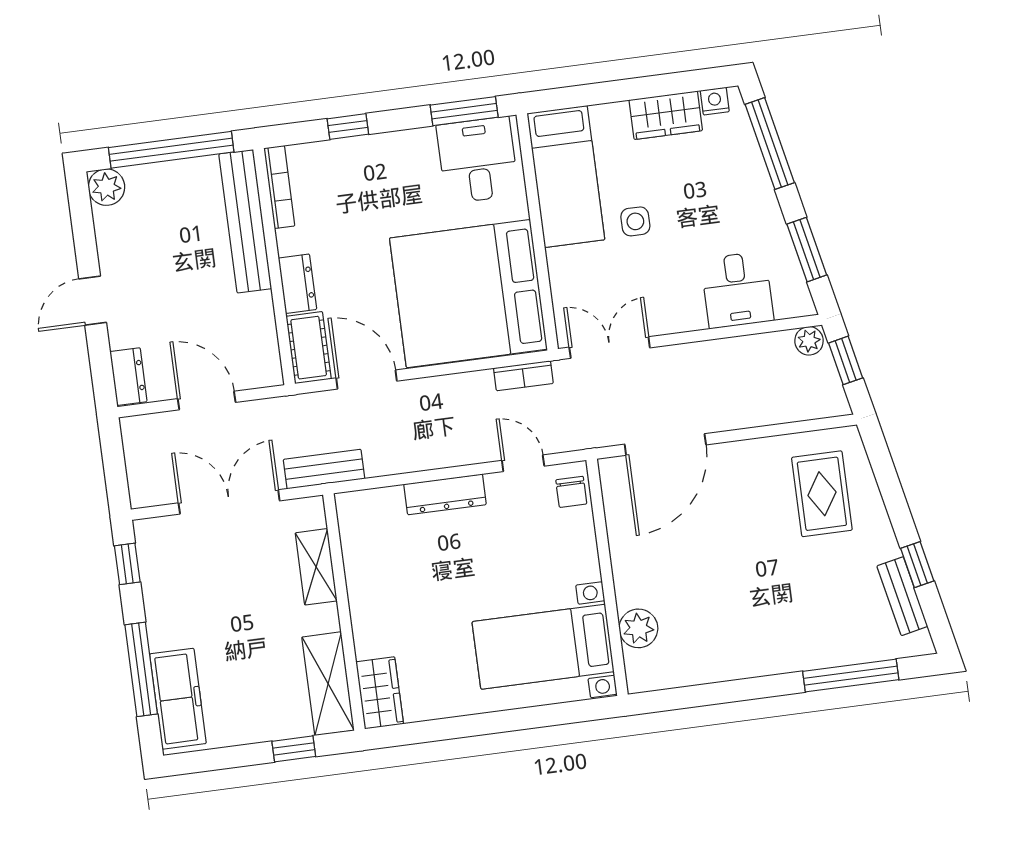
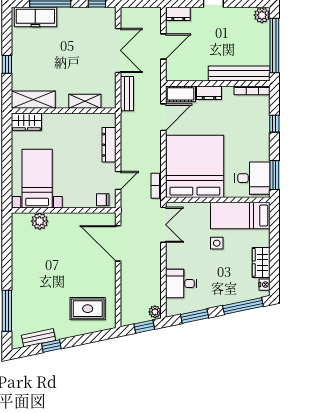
shelving: (316, 567) -> (85, 101), moved
wall: (344, 612) -> (64, 111), moved
shelving: (328, 684) -> (33, 100), moved
wardrobe: (380, 693) -> (26, 122), moved

